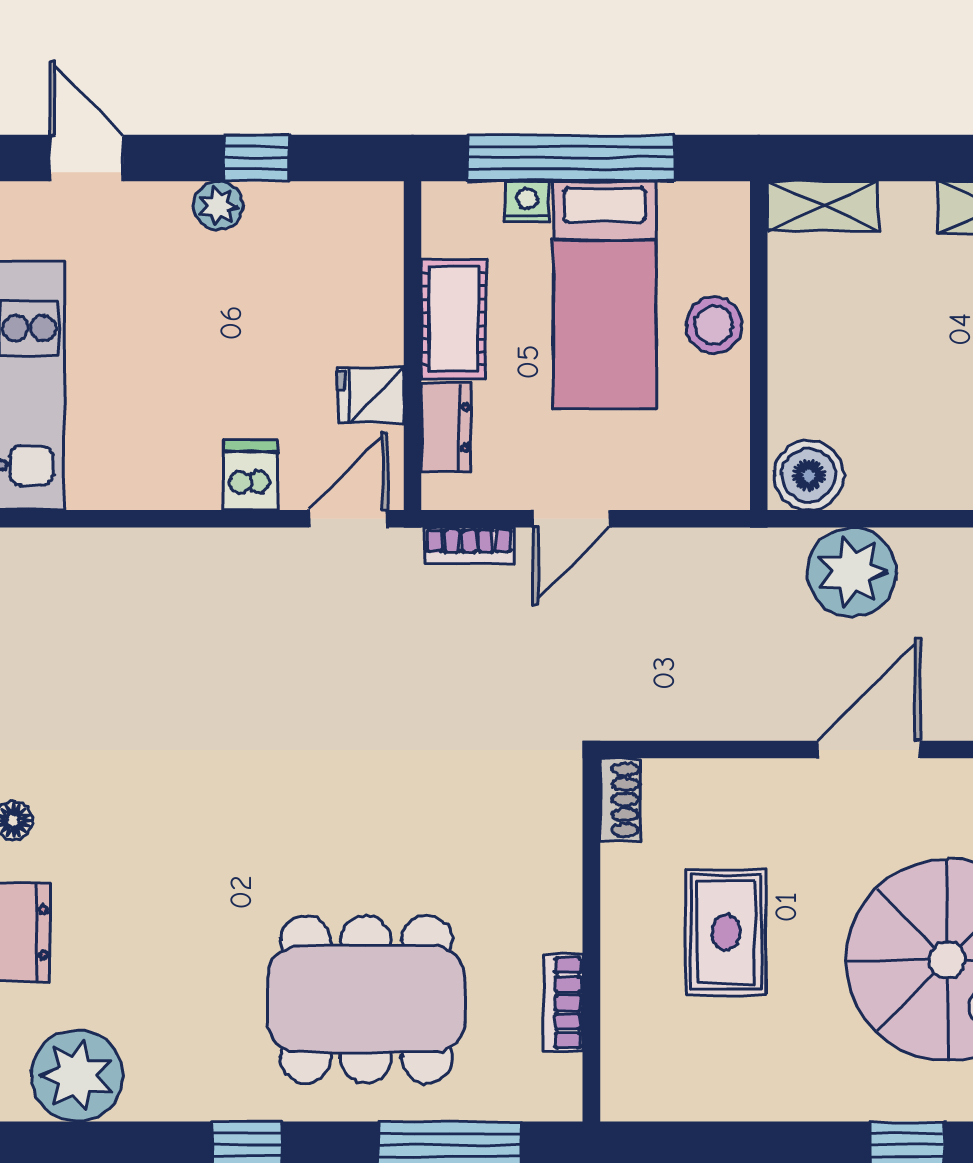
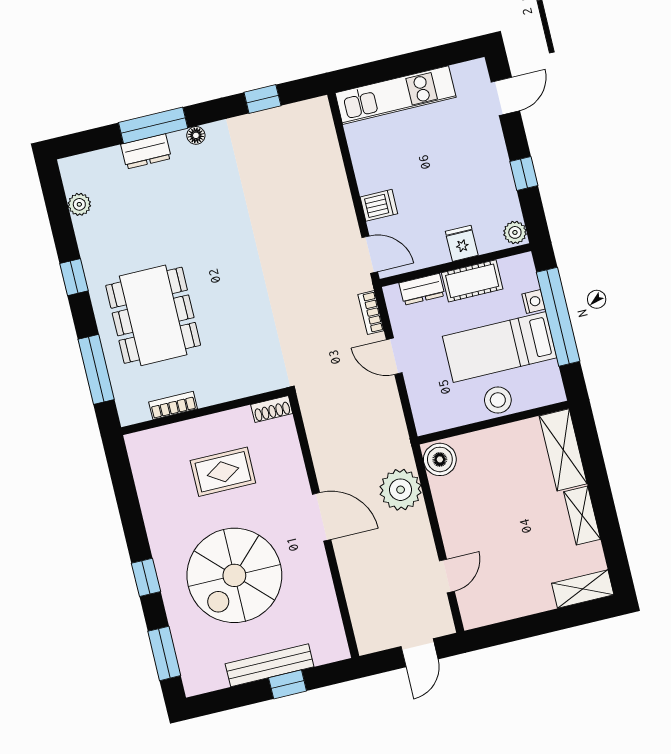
plant: (218, 206) -> (515, 232), moved
shelving: (823, 206) -> (563, 450), width x1.50, depth x1.33
fridge: (370, 395) -> (462, 243), moved
plant: (77, 1076) -> (79, 204), width x0.53, depth x0.53

